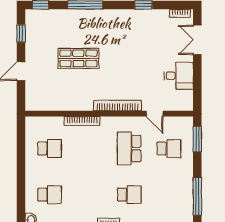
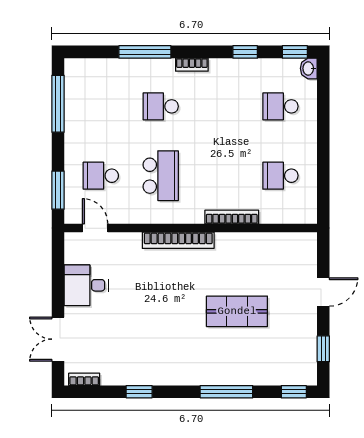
double door: (197, 40) -> (58, 339), swing flipped
door: (155, 114) -> (95, 228), moved

